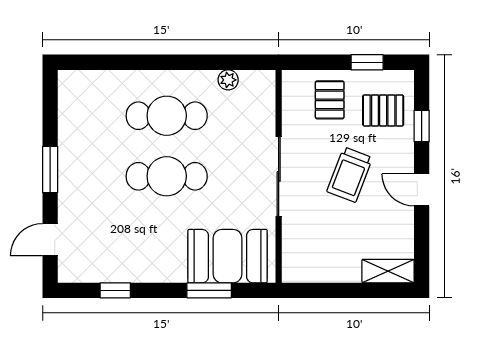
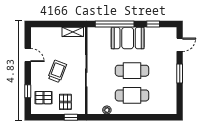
window: (367, 62) -> (71, 117), moved
door: (422, 190) -> (28, 55), moved
booth: (228, 256) -> (128, 38), moved
shelving: (388, 271) -> (73, 32), moved
window: (209, 290) -> (115, 24), width x2.11

